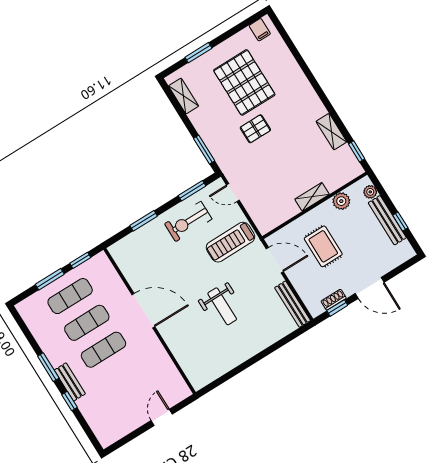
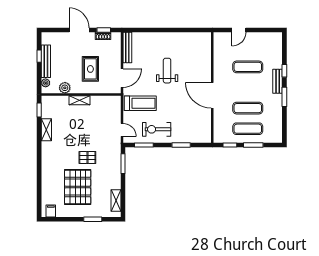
exercise bike: (188, 221) -> (157, 129), turned 180
door: (275, 260) -> (122, 78), swing flipped
exercise mat: (103, 350) -> (248, 67), moved

